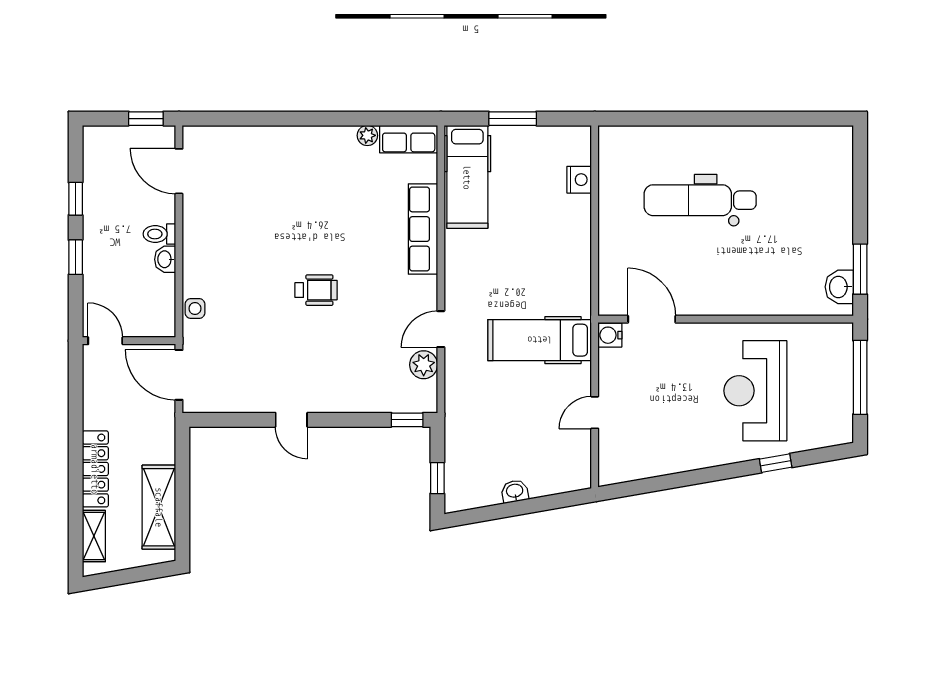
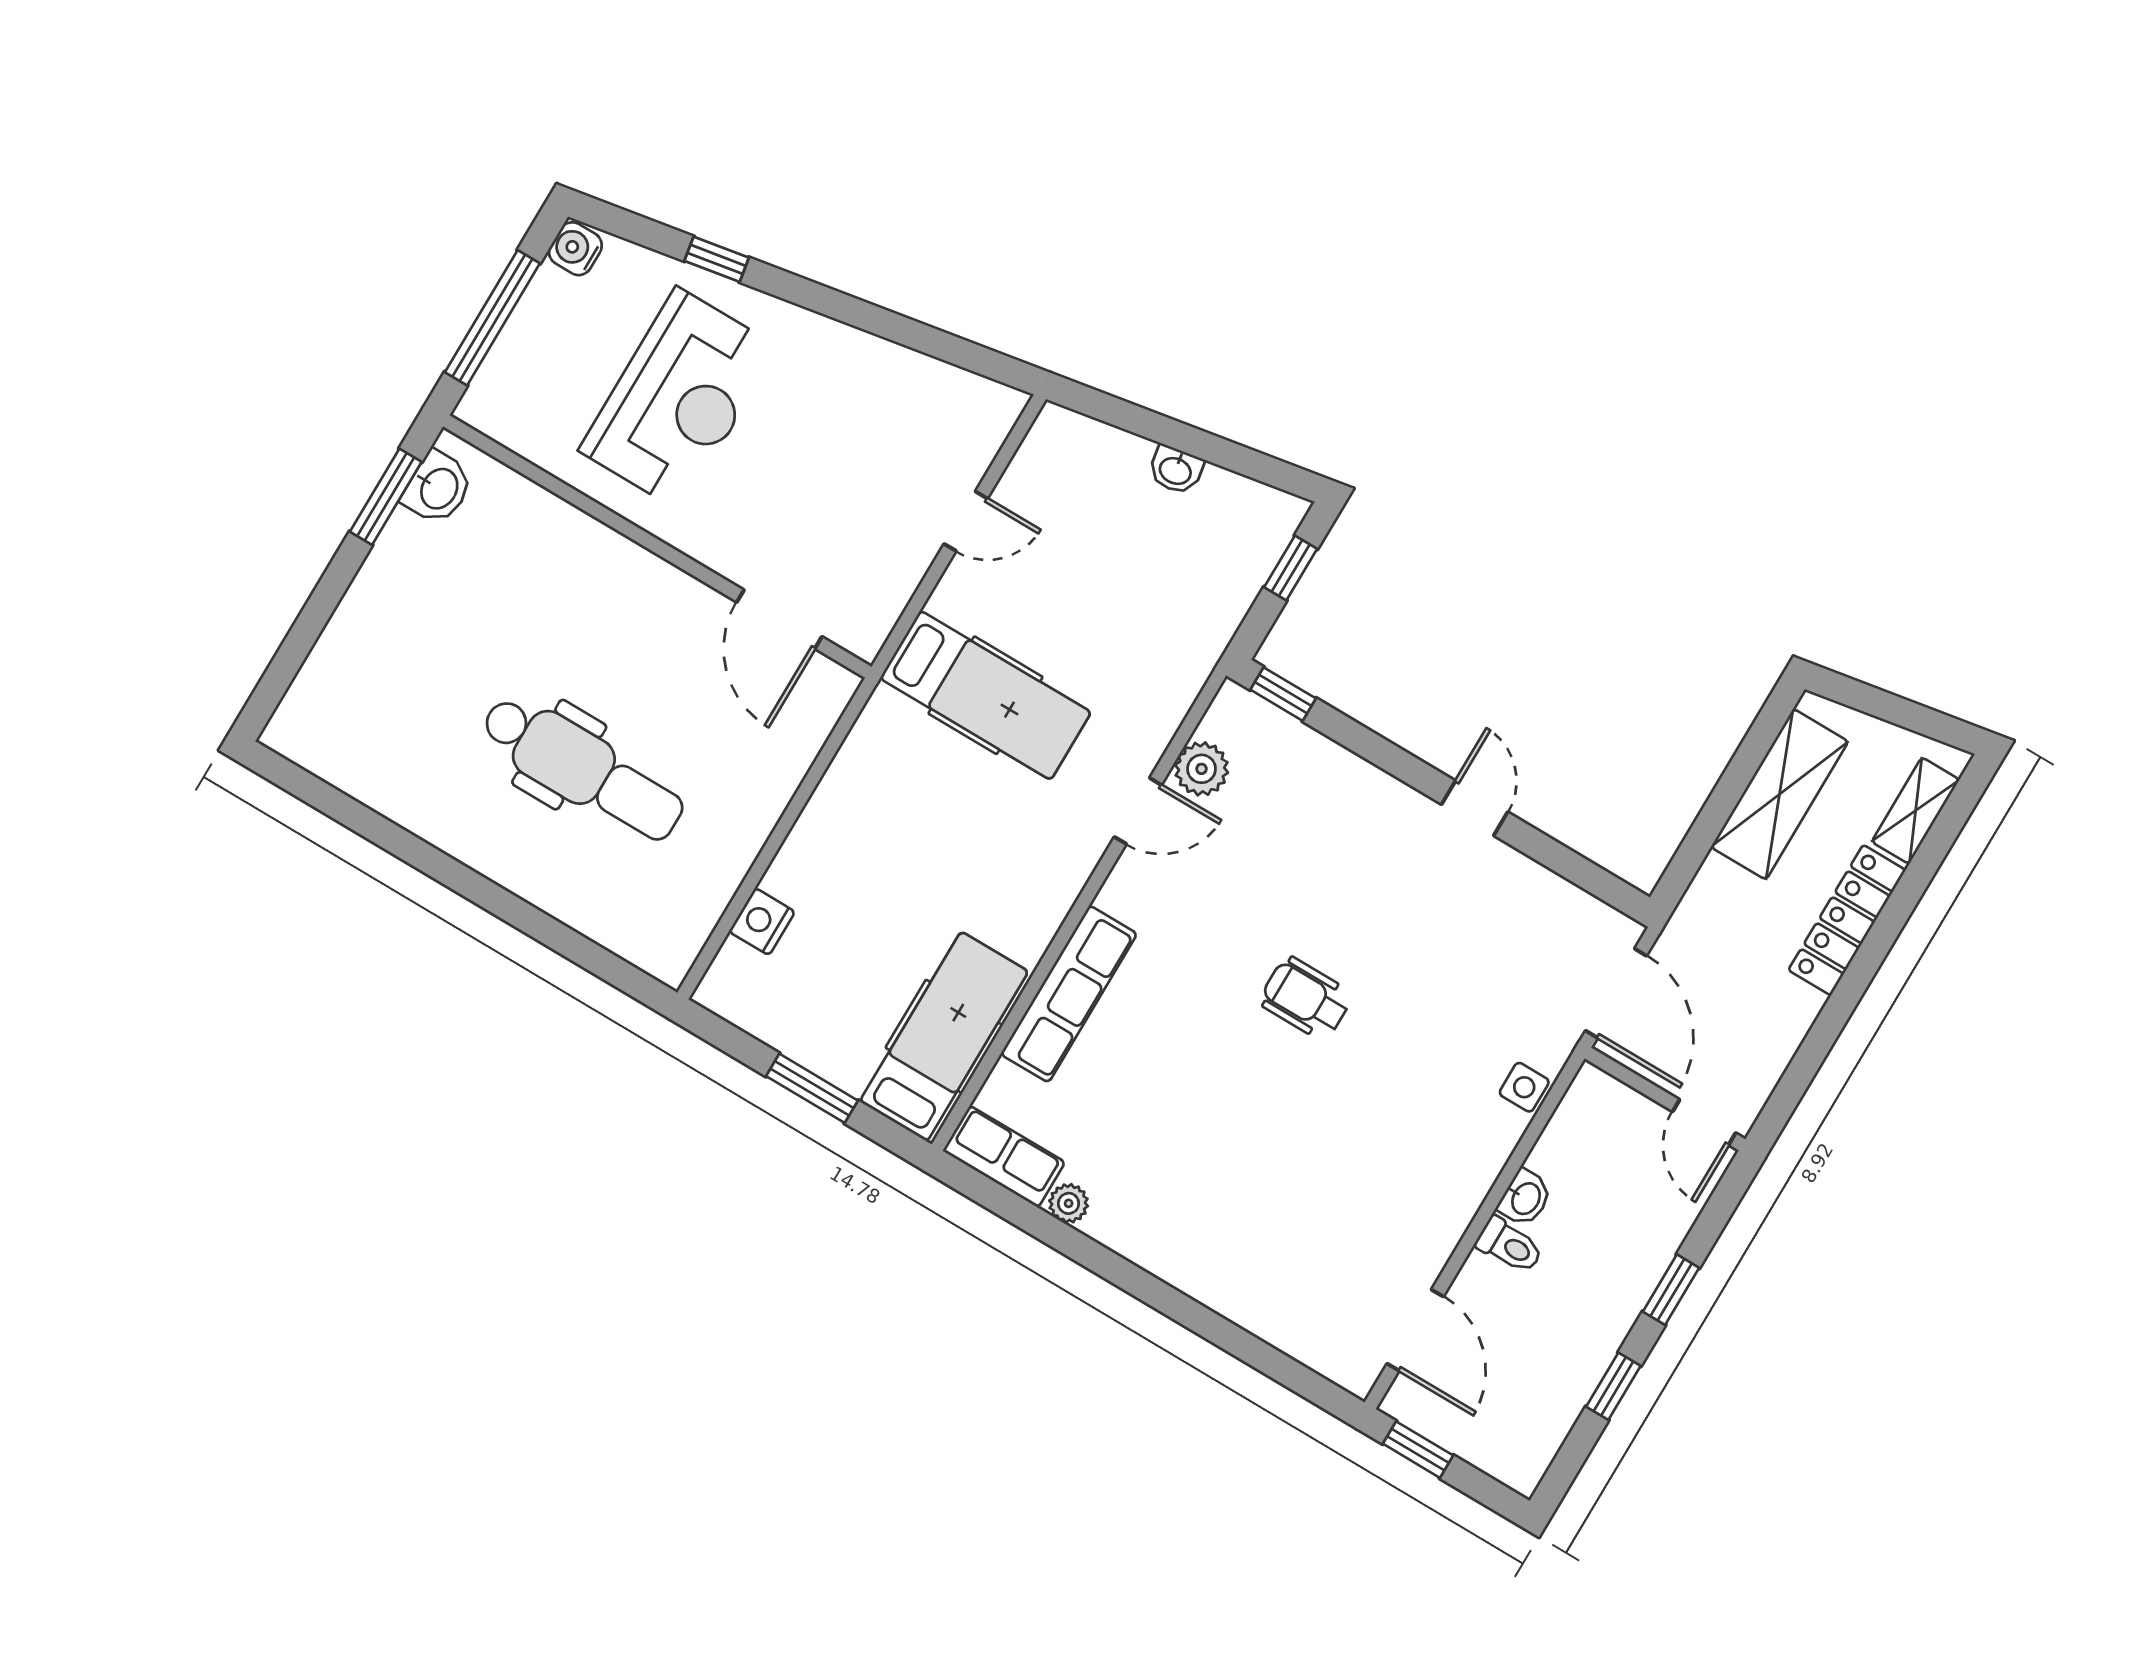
water cooler: (610, 335) -> (575, 249), moved, turned 180

